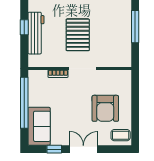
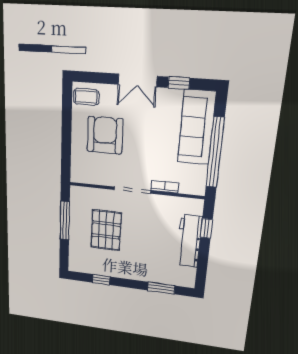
window: (24, 27) -> (206, 228), moved
window: (135, 27) -> (65, 221), moved
pallet: (78, 35) -> (106, 230), moved
sofa: (39, 126) -> (197, 127), width x1.36

